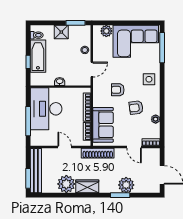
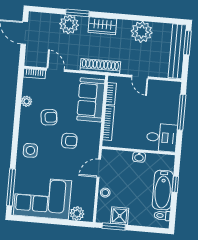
shower: (61, 32) -> (120, 216), moved
desk: (46, 109) -> (162, 138), width x0.53, depth x0.77
wardrobe: (87, 186) -> (102, 26), moved

